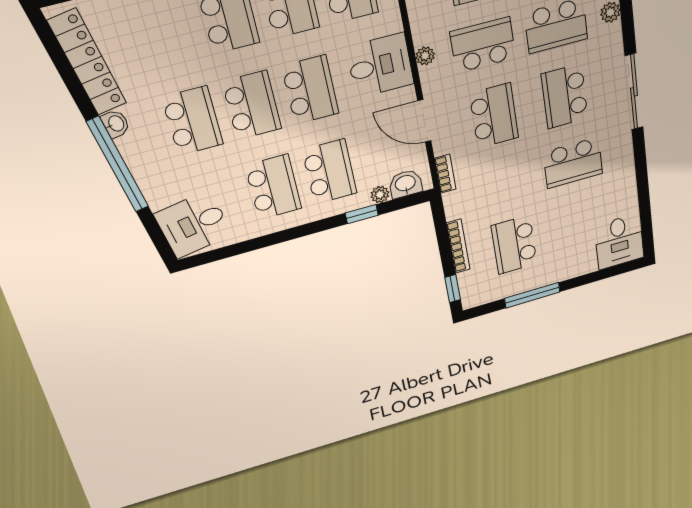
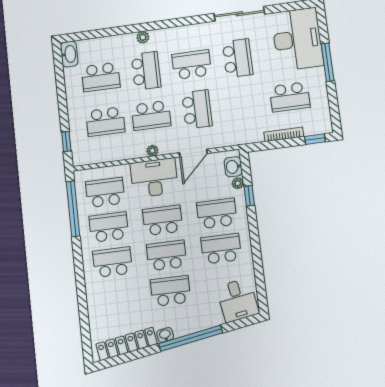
school desk: (483, 45) -> (151, 115), turned -90
desk: (380, 65) -> (154, 178), width x1.37
sliding door: (634, 92) -> (239, 14), moved
school desk: (565, 96) -> (192, 65), turned 180
school desk: (494, 116) -> (197, 109), turned 90
bookcase: (445, 174) -> (231, 141), removed
desk: (619, 242) -> (297, 39), width x1.87, depth x1.30
window: (532, 295) -> (328, 62), moved

